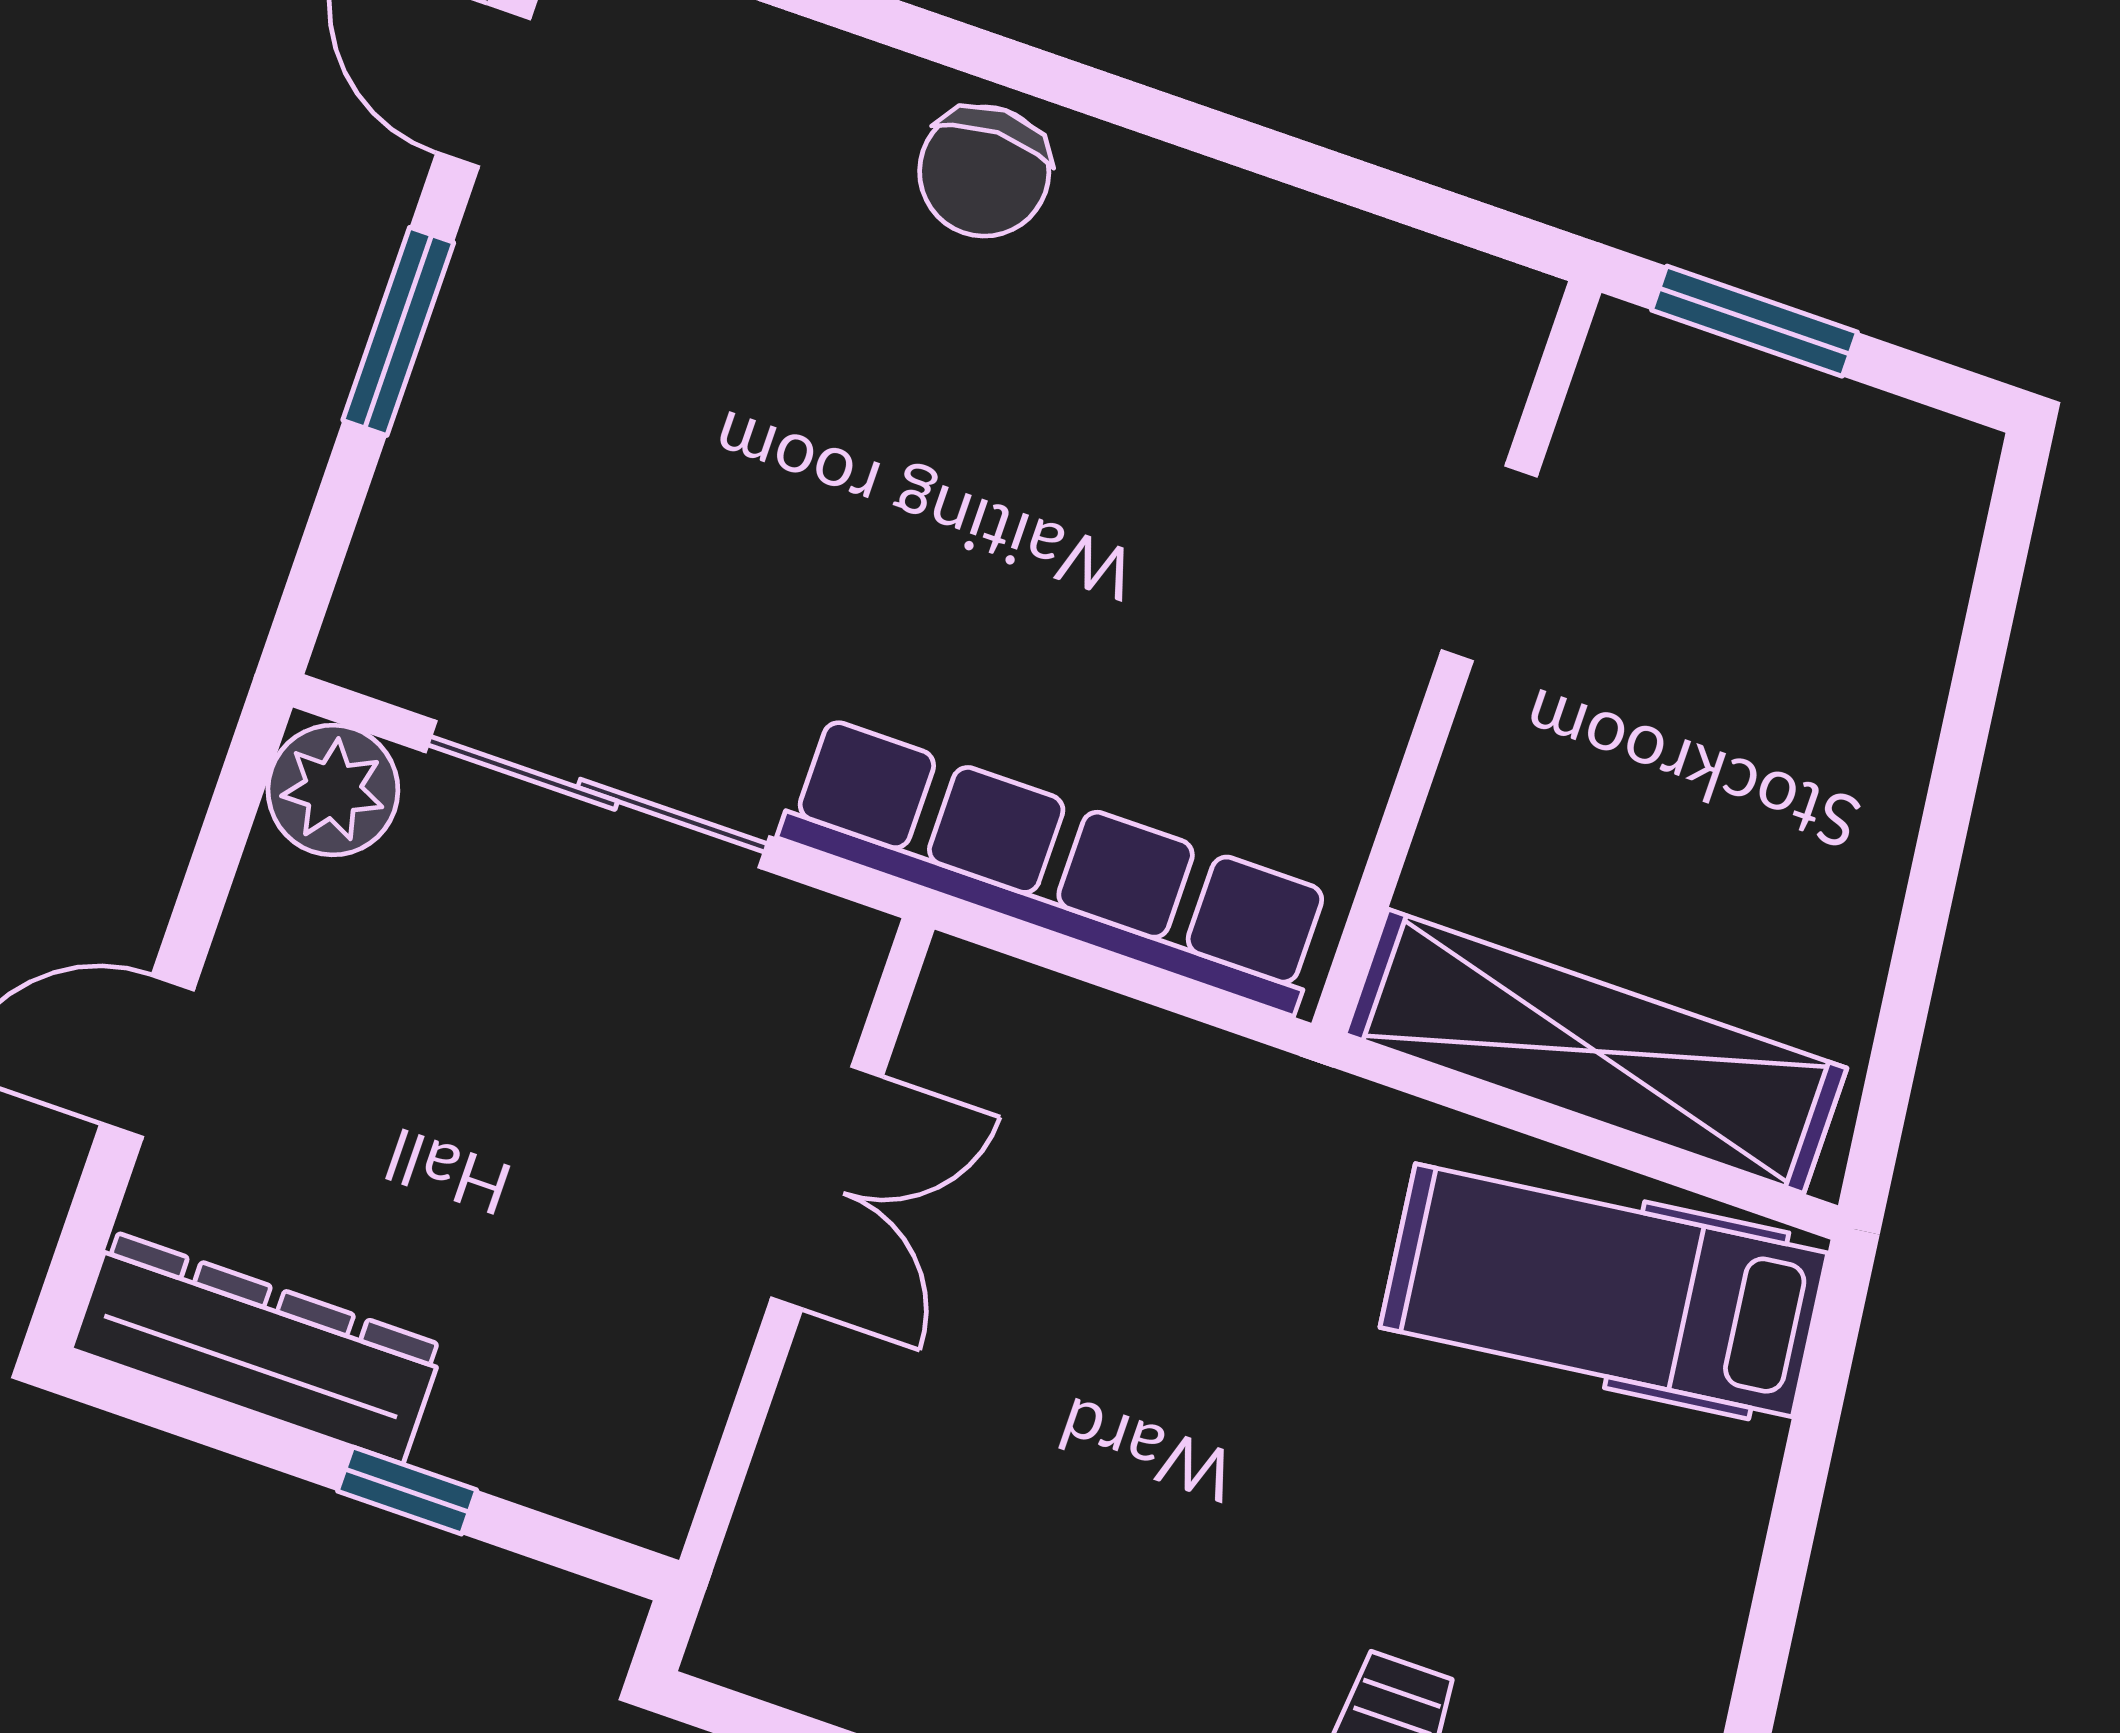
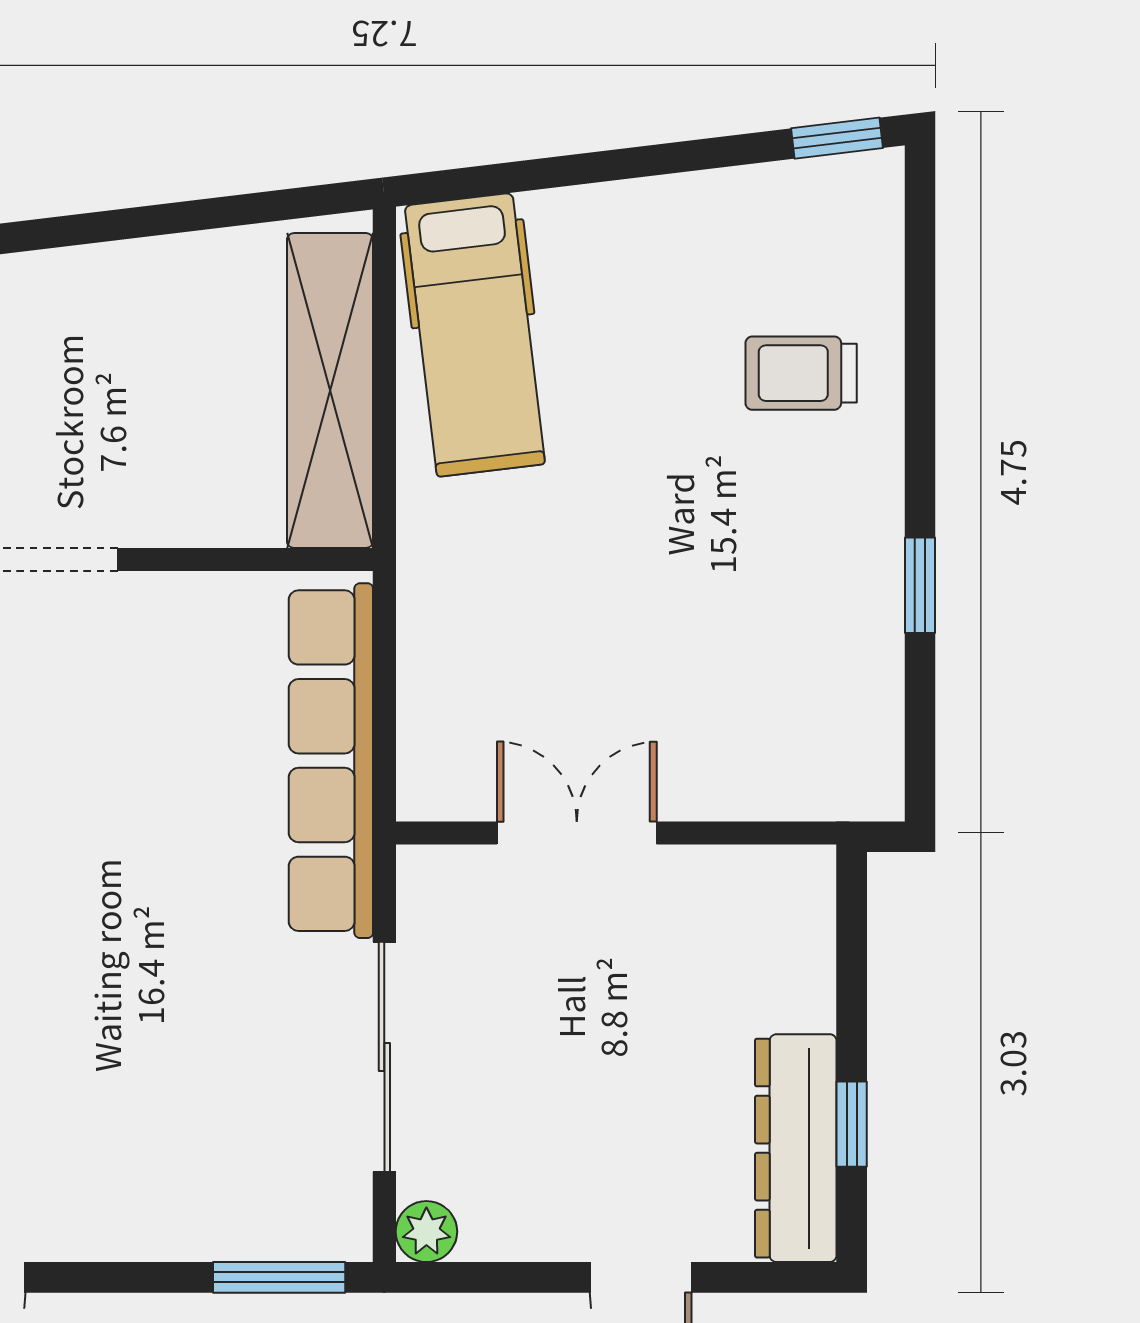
window: (398, 331) -> (279, 1277), moved
plant: (333, 790) -> (426, 1232), width x0.73, depth x0.73
window: (407, 1491) -> (852, 1124), moved

